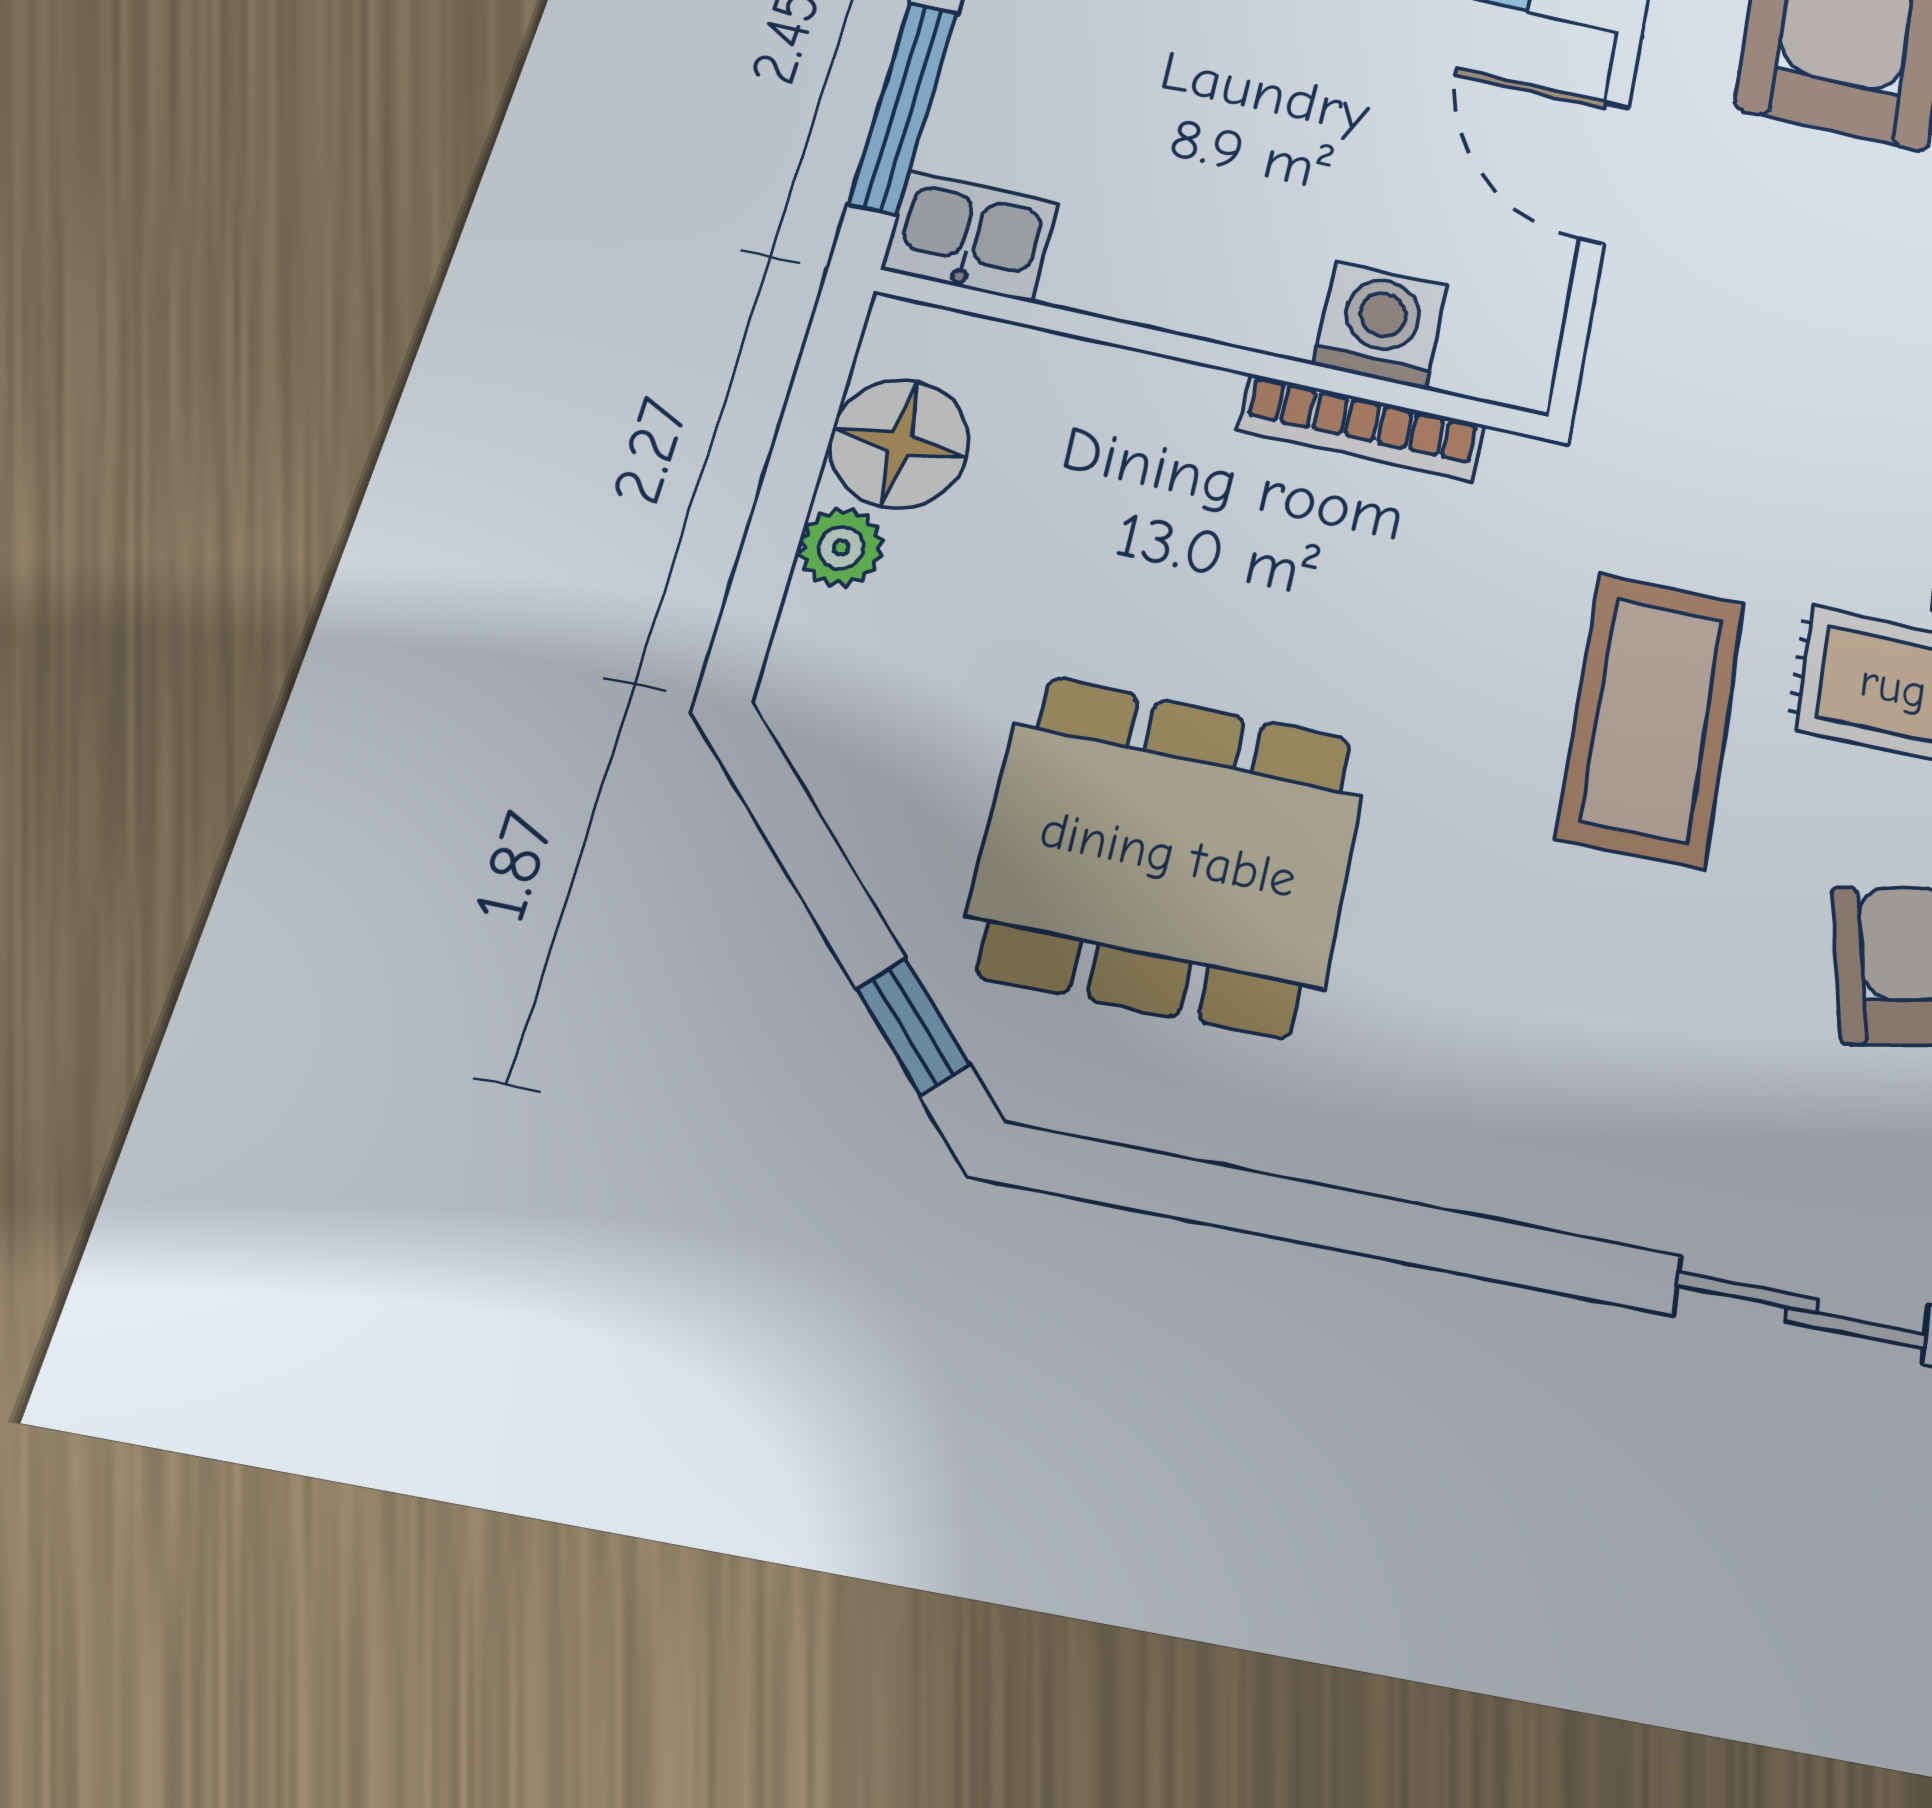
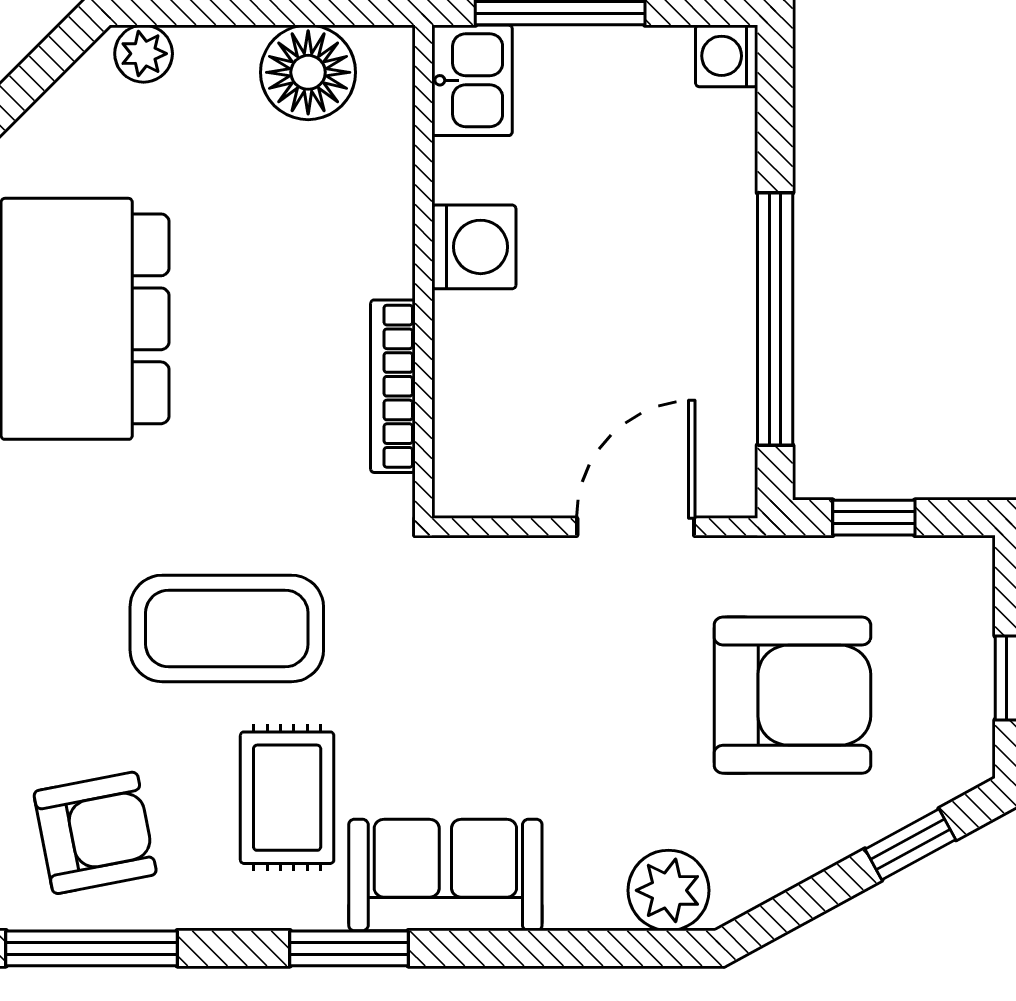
washing machine: (1381, 325) -> (474, 247), moved
plant: (841, 548) -> (144, 54), moved

